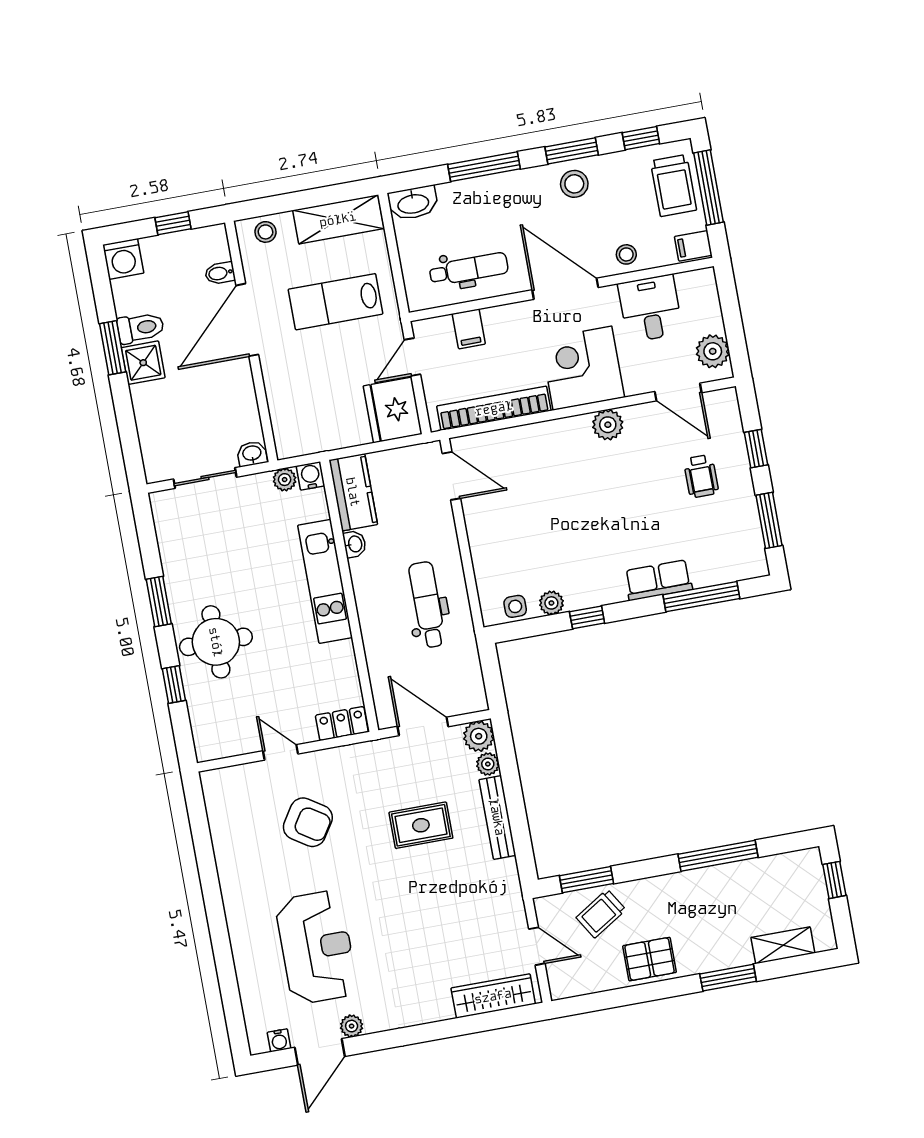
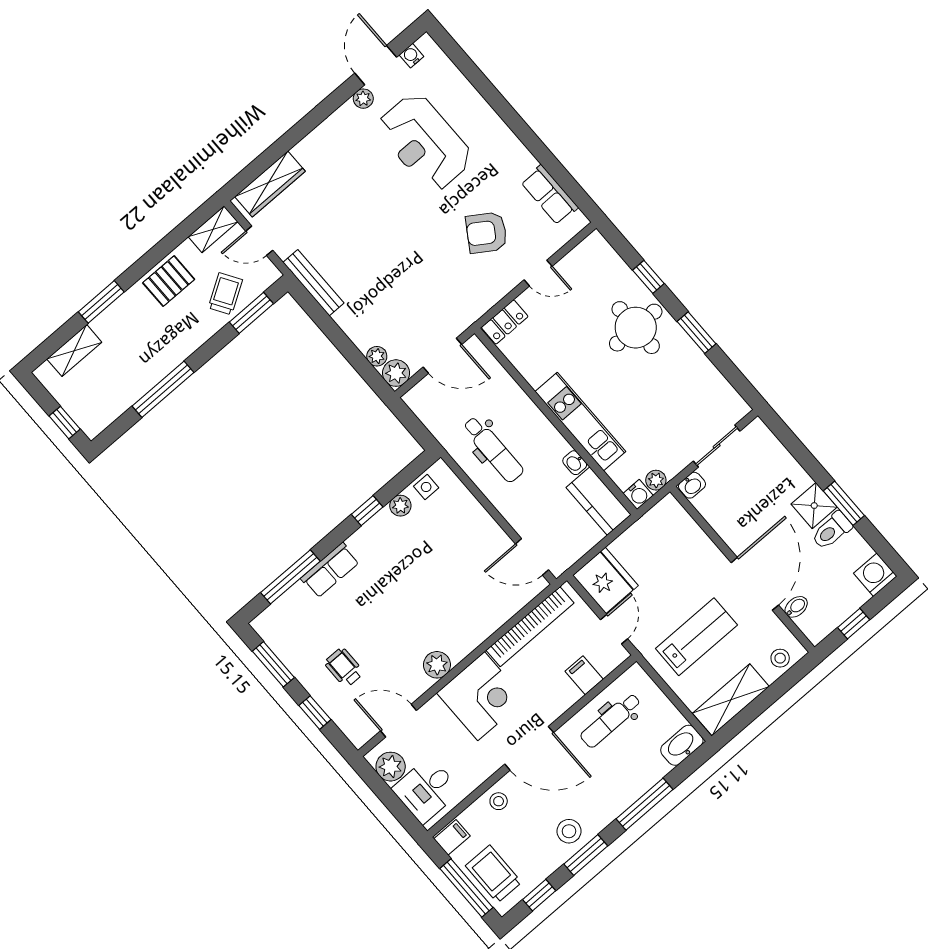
desk: (650, 308) -> (426, 790), moved, turned 90
bench: (497, 817) -> (313, 283), moved
row of seats: (224, 823) -> (550, 195), added
rug: (421, 825) -> (400, 280), removed
shelving: (576, 984) -> (213, 229), added

